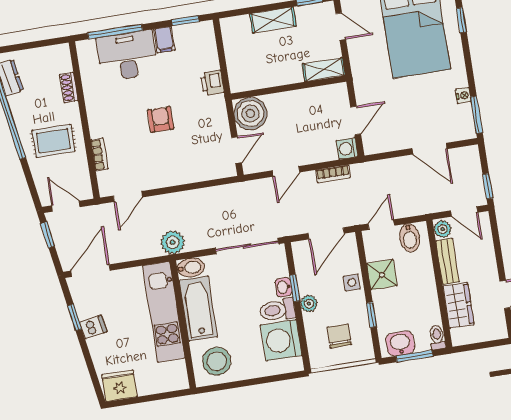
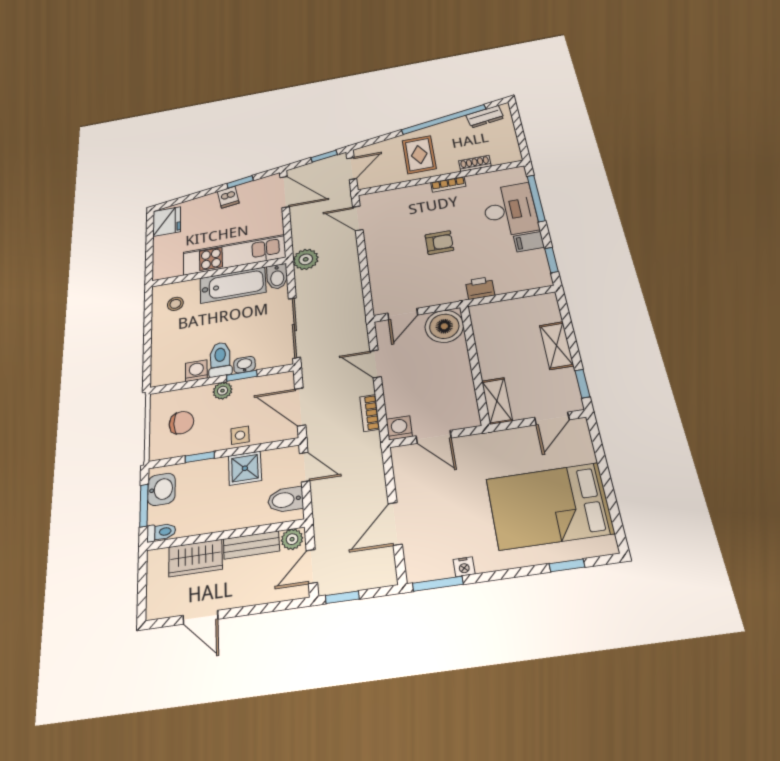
door: (236, 150) -> (403, 314), hinge flipped
bookcase: (99, 154) -> (448, 184), moved
washing machine: (281, 340) -> (196, 371), width x0.53, depth x0.53
stool: (217, 361) -> (175, 304), width x0.53, depth x0.53

